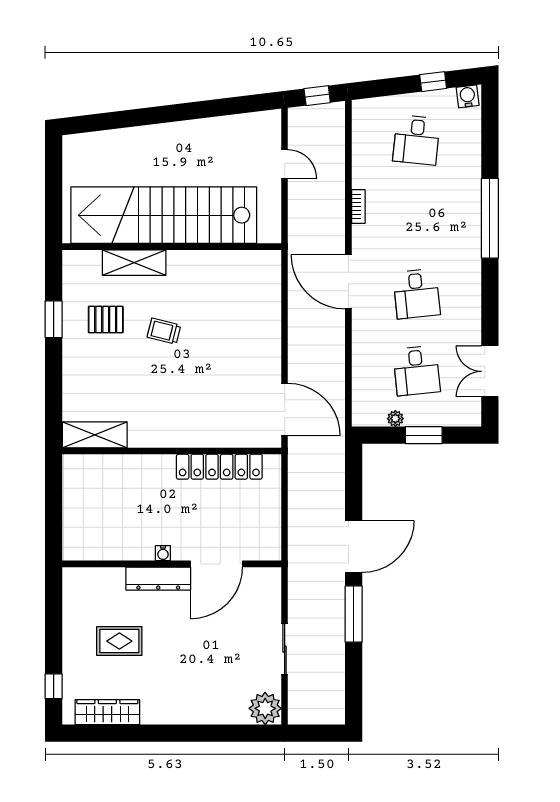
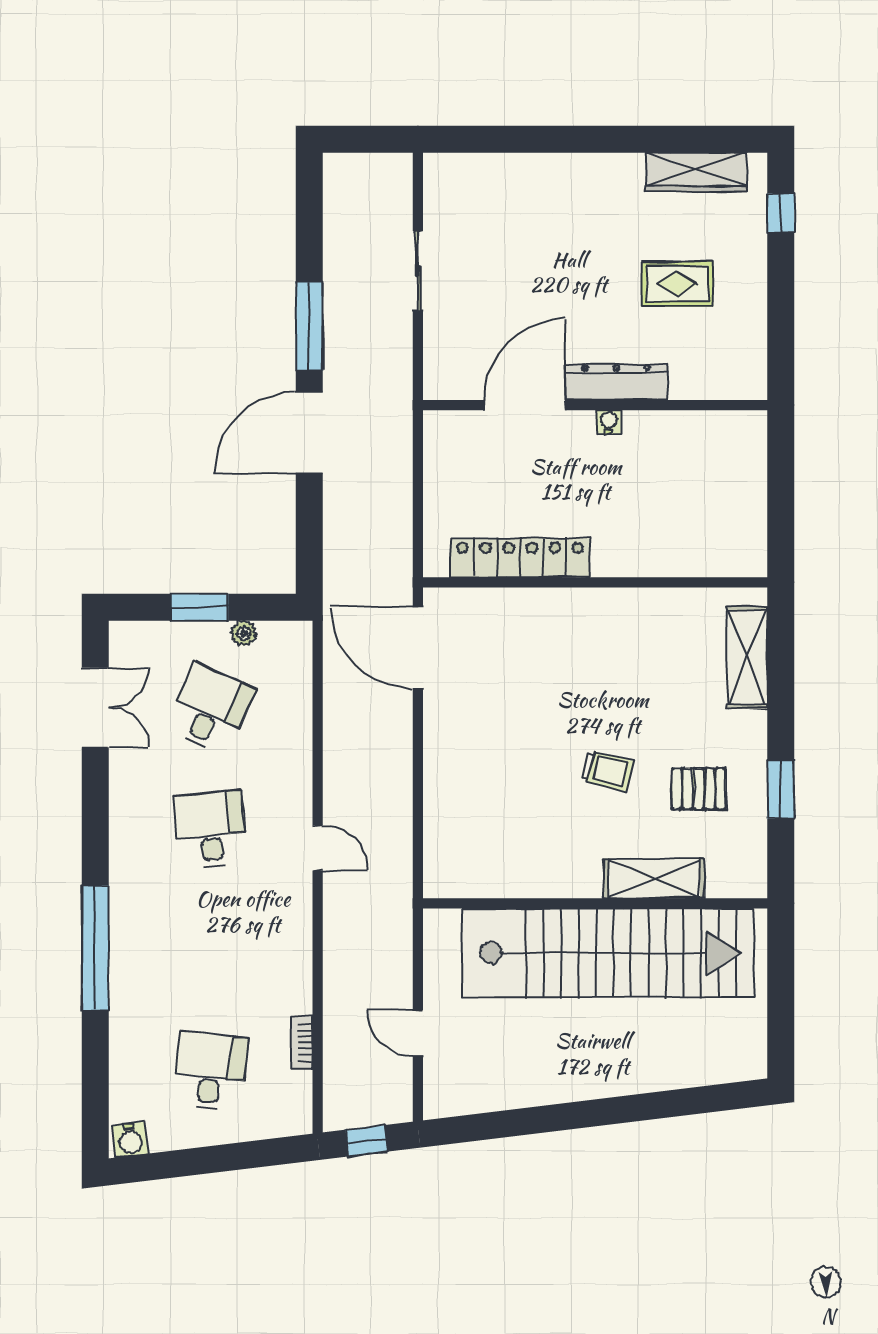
window: (433, 82) -> (184, 1163), removed
bookcase: (358, 207) -> (302, 1042), moved
door: (348, 282) -> (318, 848), width x0.53
desk: (417, 371) -> (211, 709), turned 30
shelving: (95, 435) -> (747, 657), moved, turned 90
plant: (265, 708) -> (448, 178), removed

